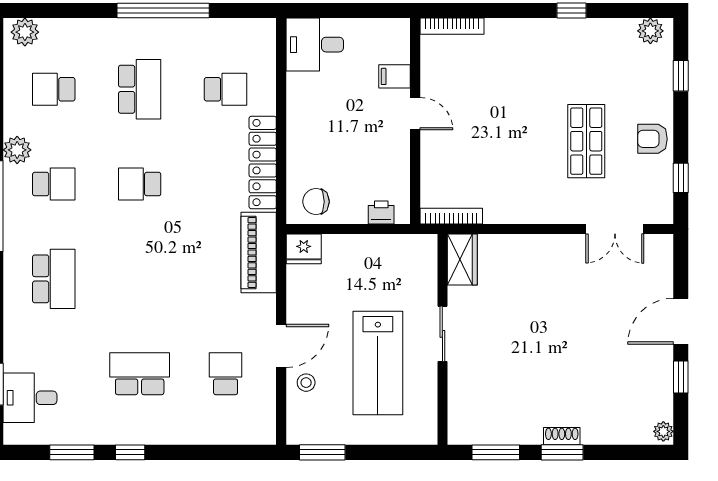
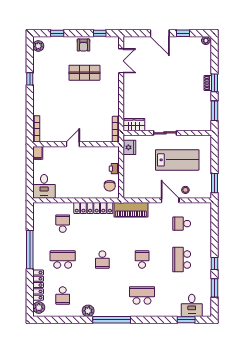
locker: (79, 30) -> (38, 285), added
filing cabinet: (395, 76) -> (38, 153), moved
school desk: (54, 184) -> (142, 260), moved
printer: (381, 212) -> (114, 169), moved
fridge: (304, 249) -> (129, 147), moved

